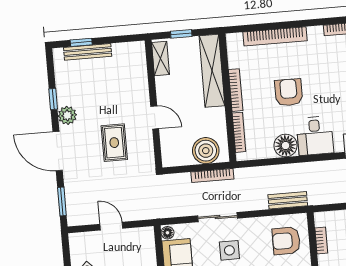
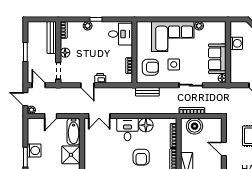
side table: (229, 250) -> (174, 64), moved

